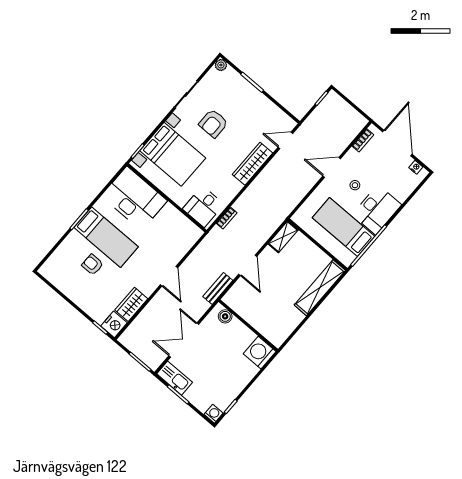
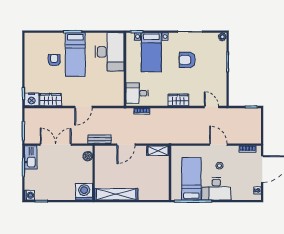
bed with nightstands: (173, 154) -> (151, 52), width x0.73
wardrobe: (253, 164) -> (178, 100), width x0.67
shelving: (320, 288) -> (116, 194), moved

